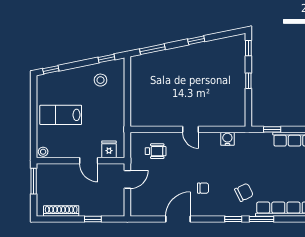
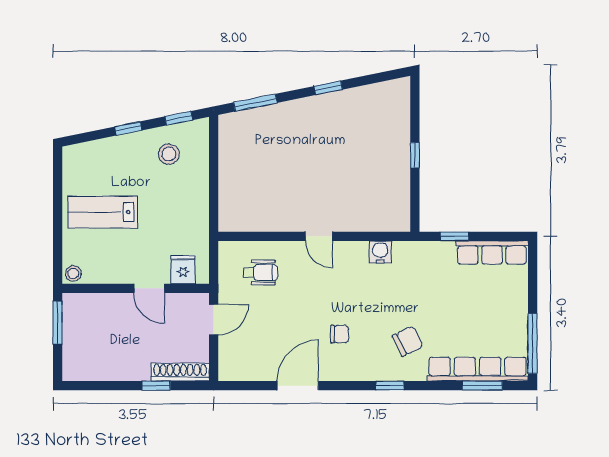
window: (248, 48) -> (415, 101), removed
window: (51, 70) -> (128, 128), moved
shoe rack: (61, 211) -> (180, 372), moved
window: (261, 219) -> (482, 386), moved

